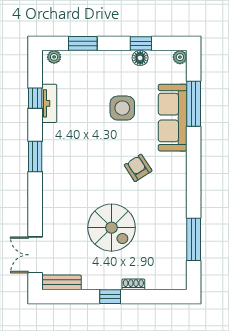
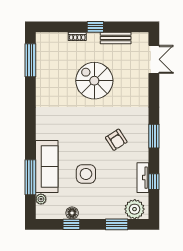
plant: (54, 57) -> (135, 209), width x1.88, depth x1.88
plant: (180, 57) -> (41, 199), moved
armchair: (138, 168) -> (116, 140), moved
window: (194, 239) -> (30, 60), moved
bench: (62, 282) -> (116, 38), moved

